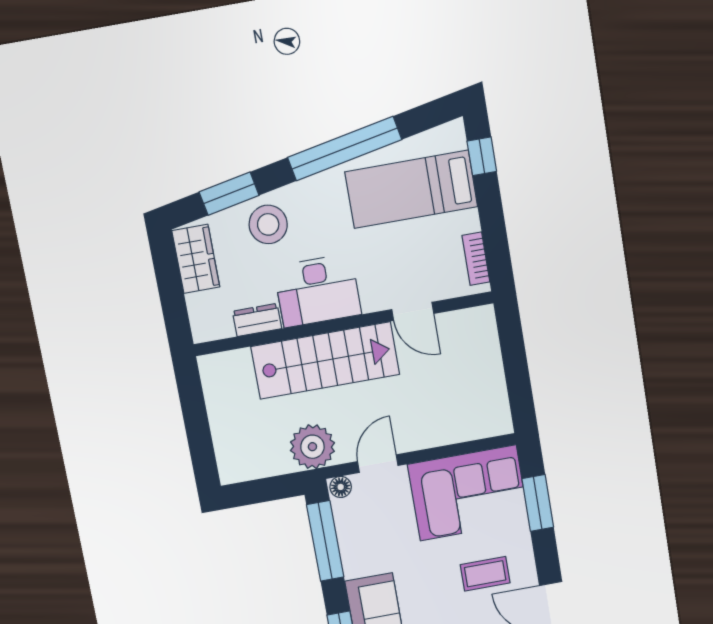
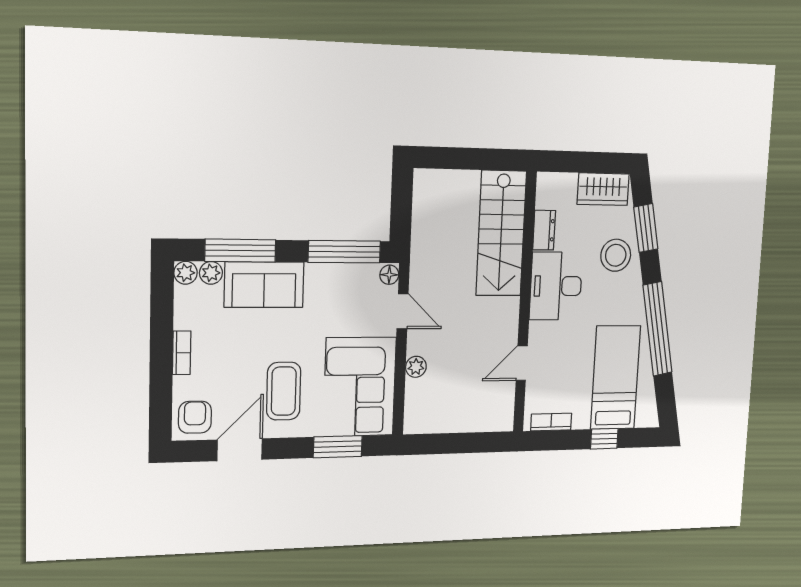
window: (482, 156) -> (604, 439), moved
stairs: (325, 360) -> (501, 233), moved
plant: (312, 447) -> (416, 367), moved, width x0.53, depth x0.53
coffee table: (485, 574) -> (284, 391), width x1.36, depth x1.30

